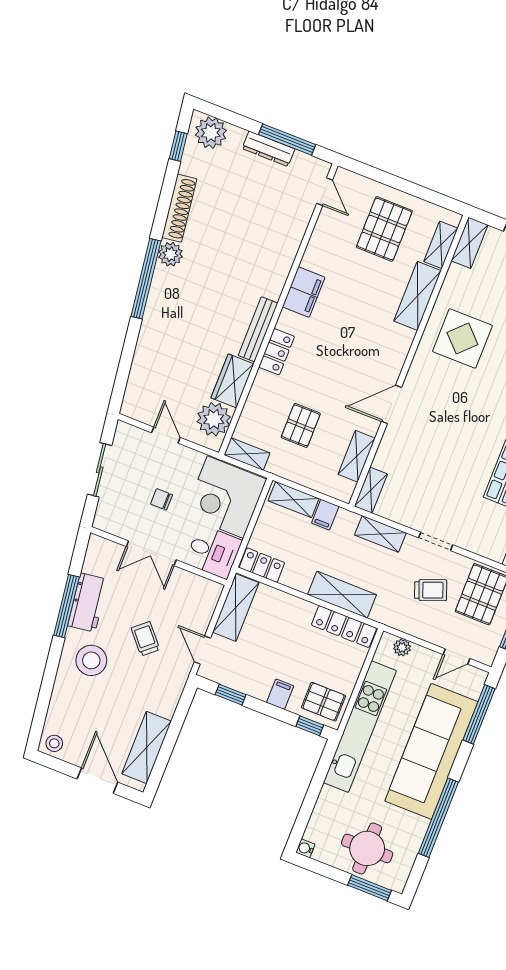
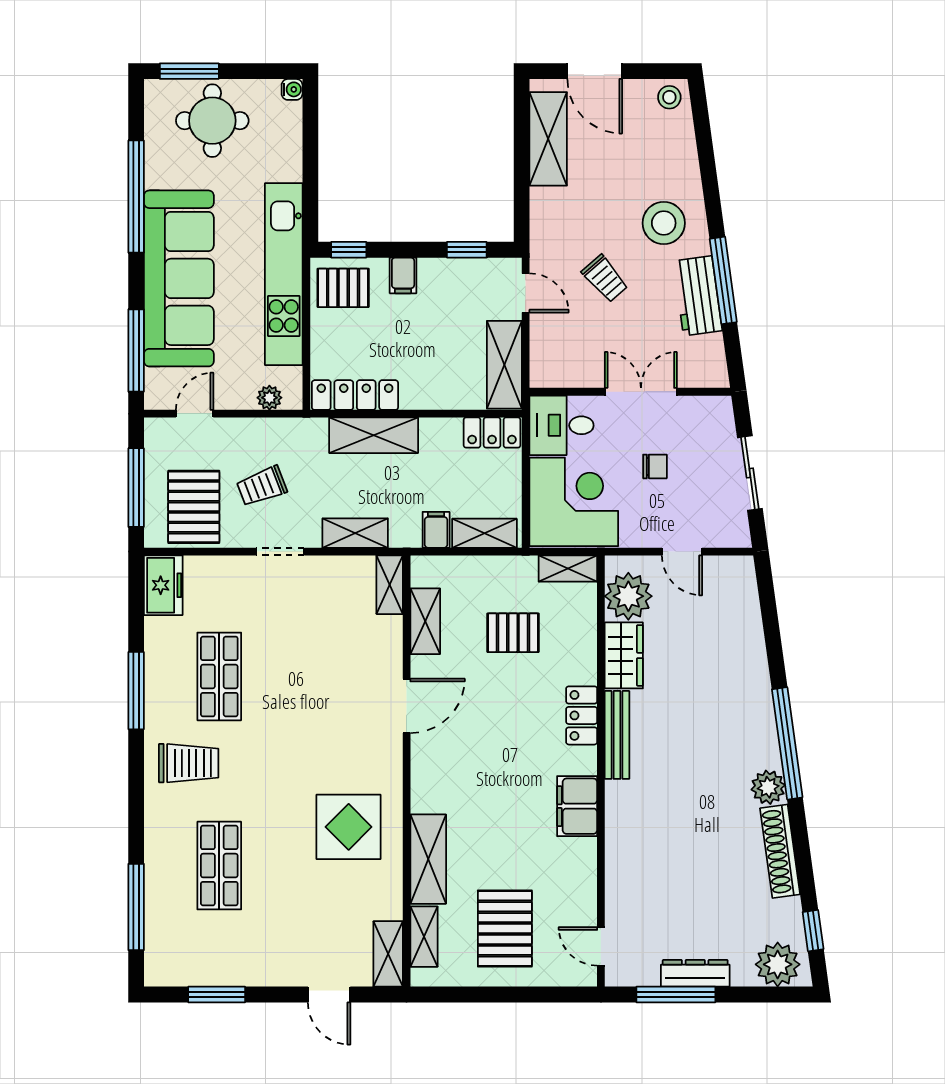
pallet: (301, 425) -> (513, 633), turned 90

